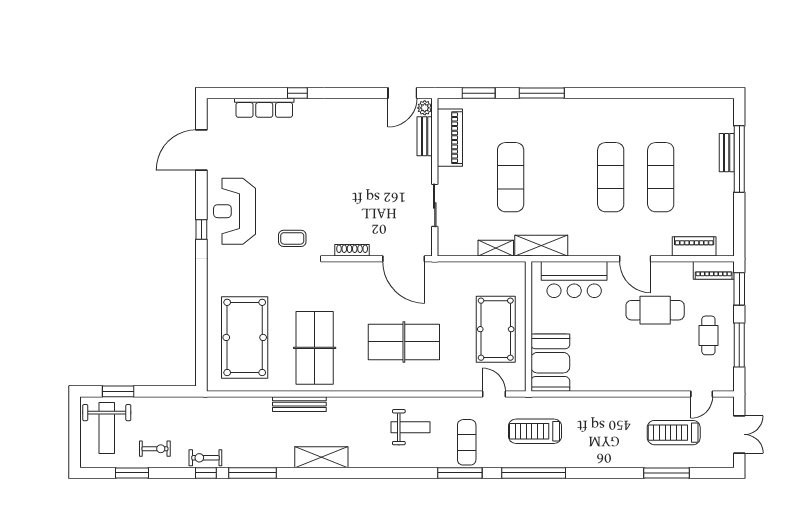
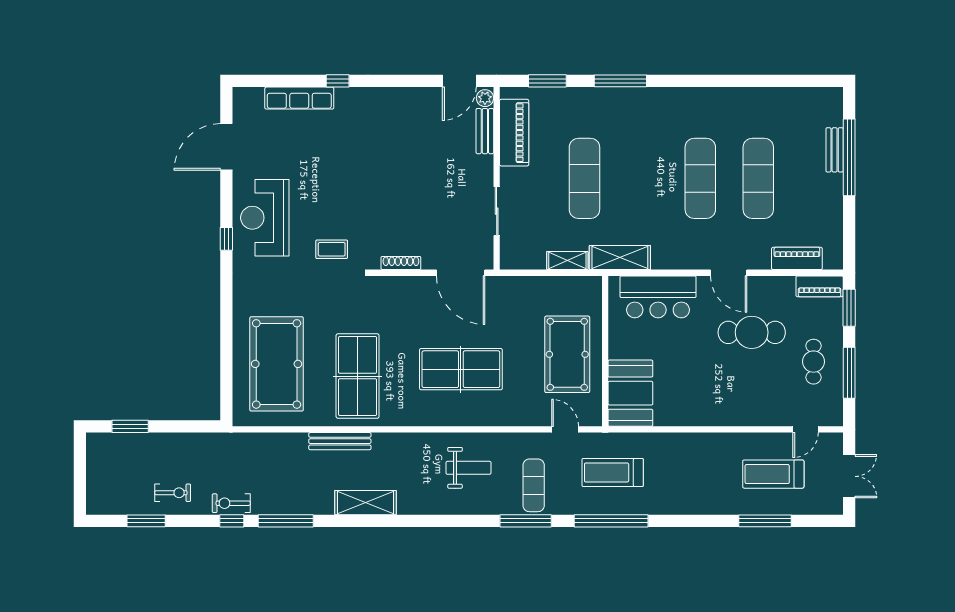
weight bench: (107, 428) -> (117, 469), removed

